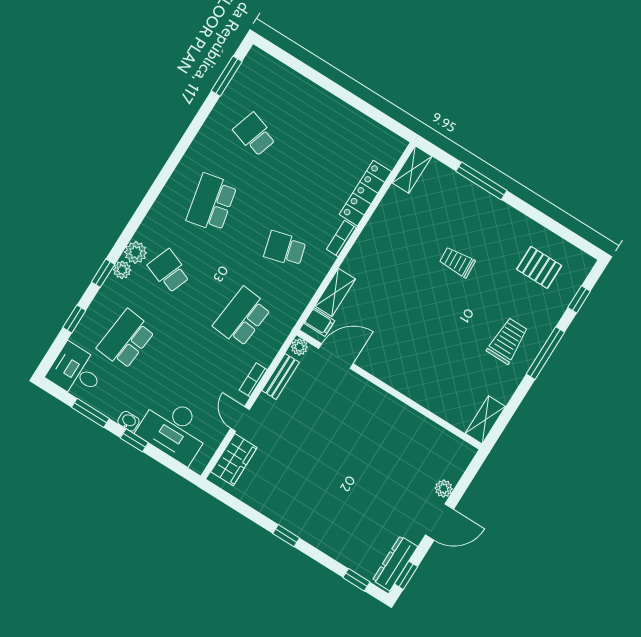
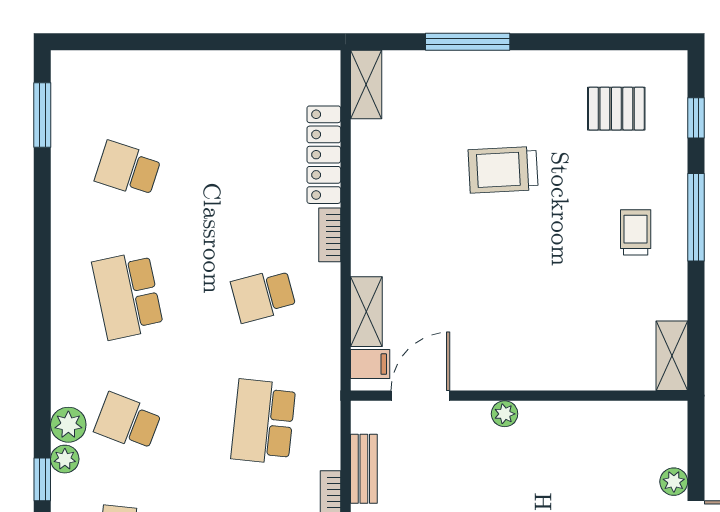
trolley: (457, 262) -> (503, 170), width x1.36, depth x1.39
trolley: (508, 341) -> (636, 232), width x0.73, depth x0.72
plant: (299, 347) -> (505, 414), moved

